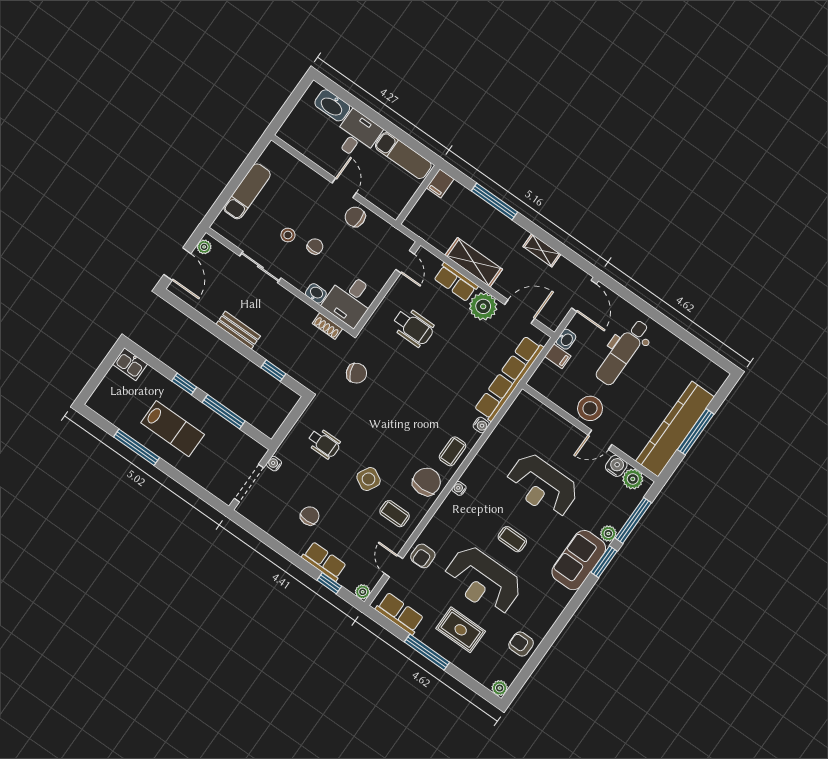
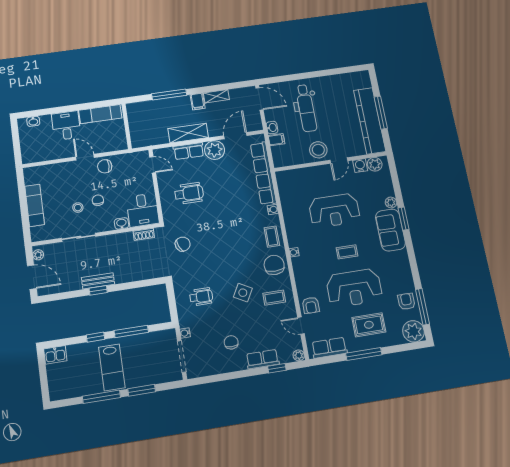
washbasin: (332, 105) -> (33, 121), width x0.52, depth x0.69
filing cabinet: (440, 183) -> (198, 102), moved
window: (273, 371) -> (98, 290), moved
lab bench: (173, 429) -> (112, 367), turned 90
window: (180, 478) -> (142, 390), added
window: (633, 520) -> (422, 307), moved
armchair: (521, 644) -> (406, 301), turned 90
plant: (500, 688) -> (413, 331), width x1.88, depth x1.88

